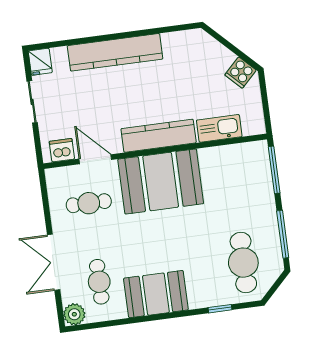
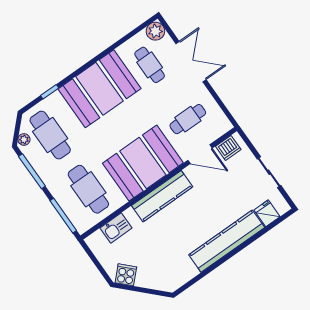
fridge: (40, 62) -> (267, 213), moved
kitchen sink: (219, 128) -> (116, 228), width x0.73
cafe table: (233, 184) -> (88, 189), added
plant: (274, 272) -> (24, 139), added
booth: (156, 294) -> (99, 89), width x1.36, depth x1.42

